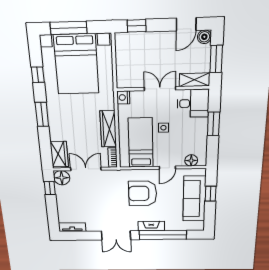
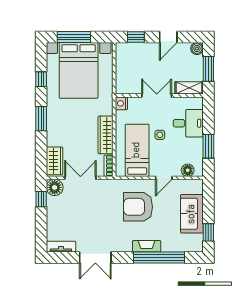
door: (186, 24) -> (168, 37), moved
desk: (193, 103) -> (188, 123), moved
window: (213, 124) -> (208, 146), moved
window: (211, 194) -> (208, 232), moved
sofa: (194, 199) -> (192, 214), width x0.73
double door: (116, 235) -> (95, 258), moved

